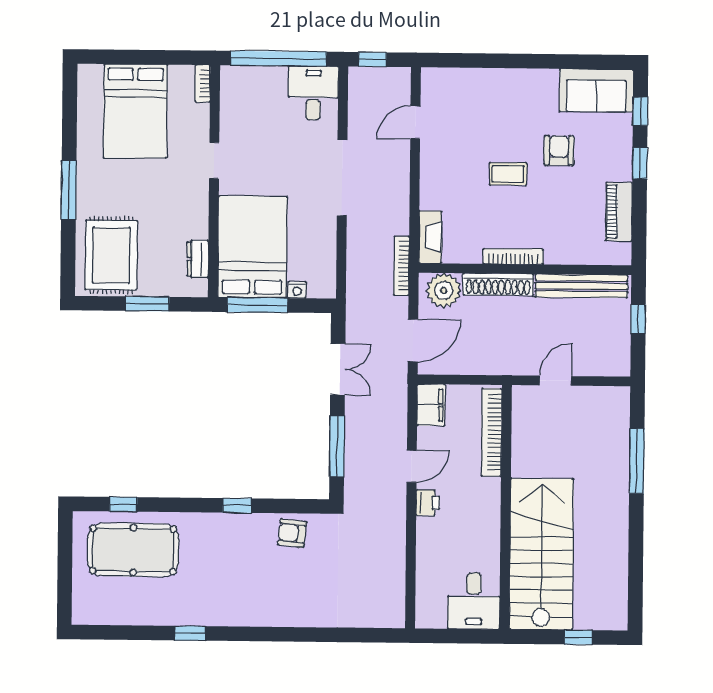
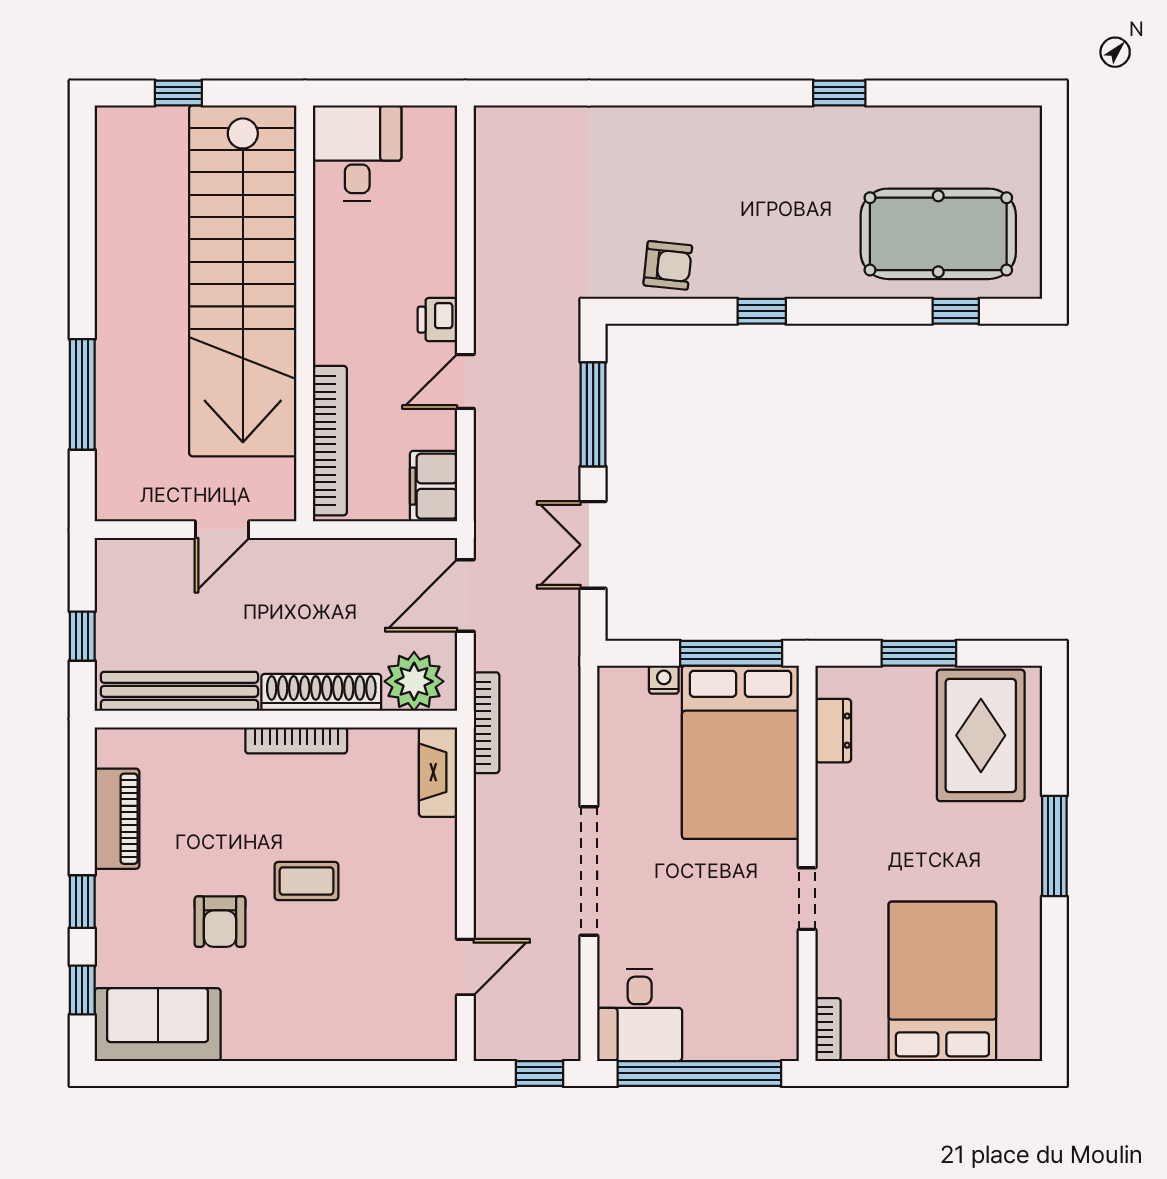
stairs: (541, 554) -> (243, 281), width x1.36

